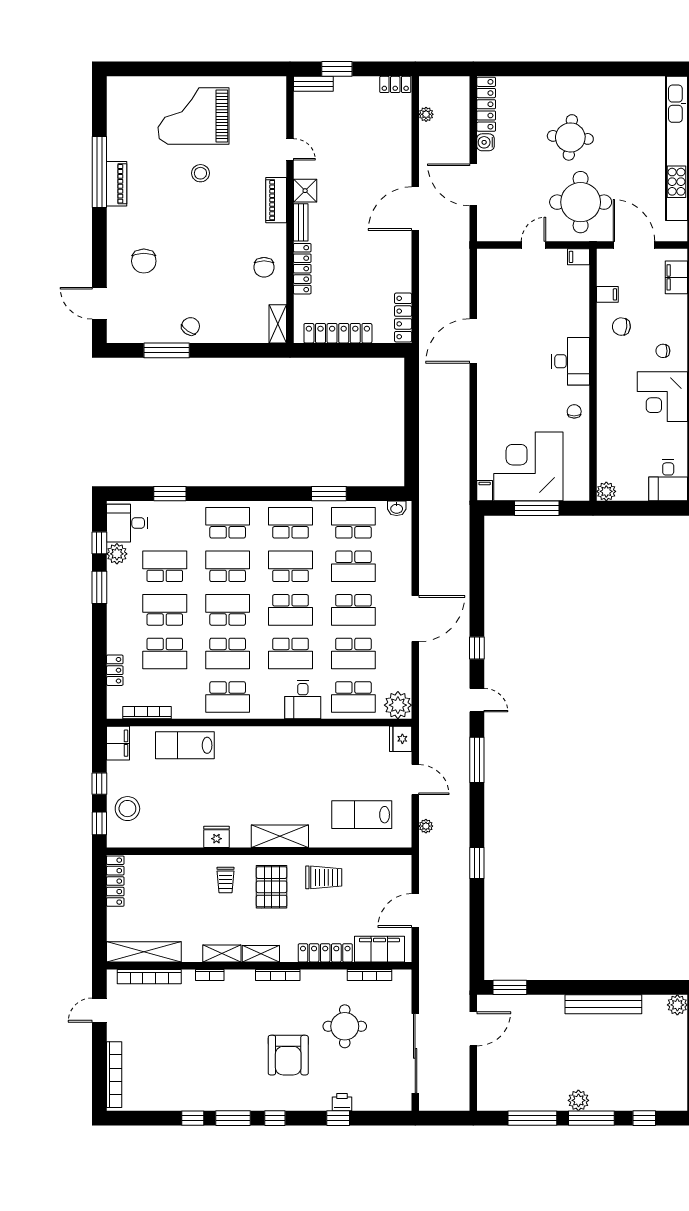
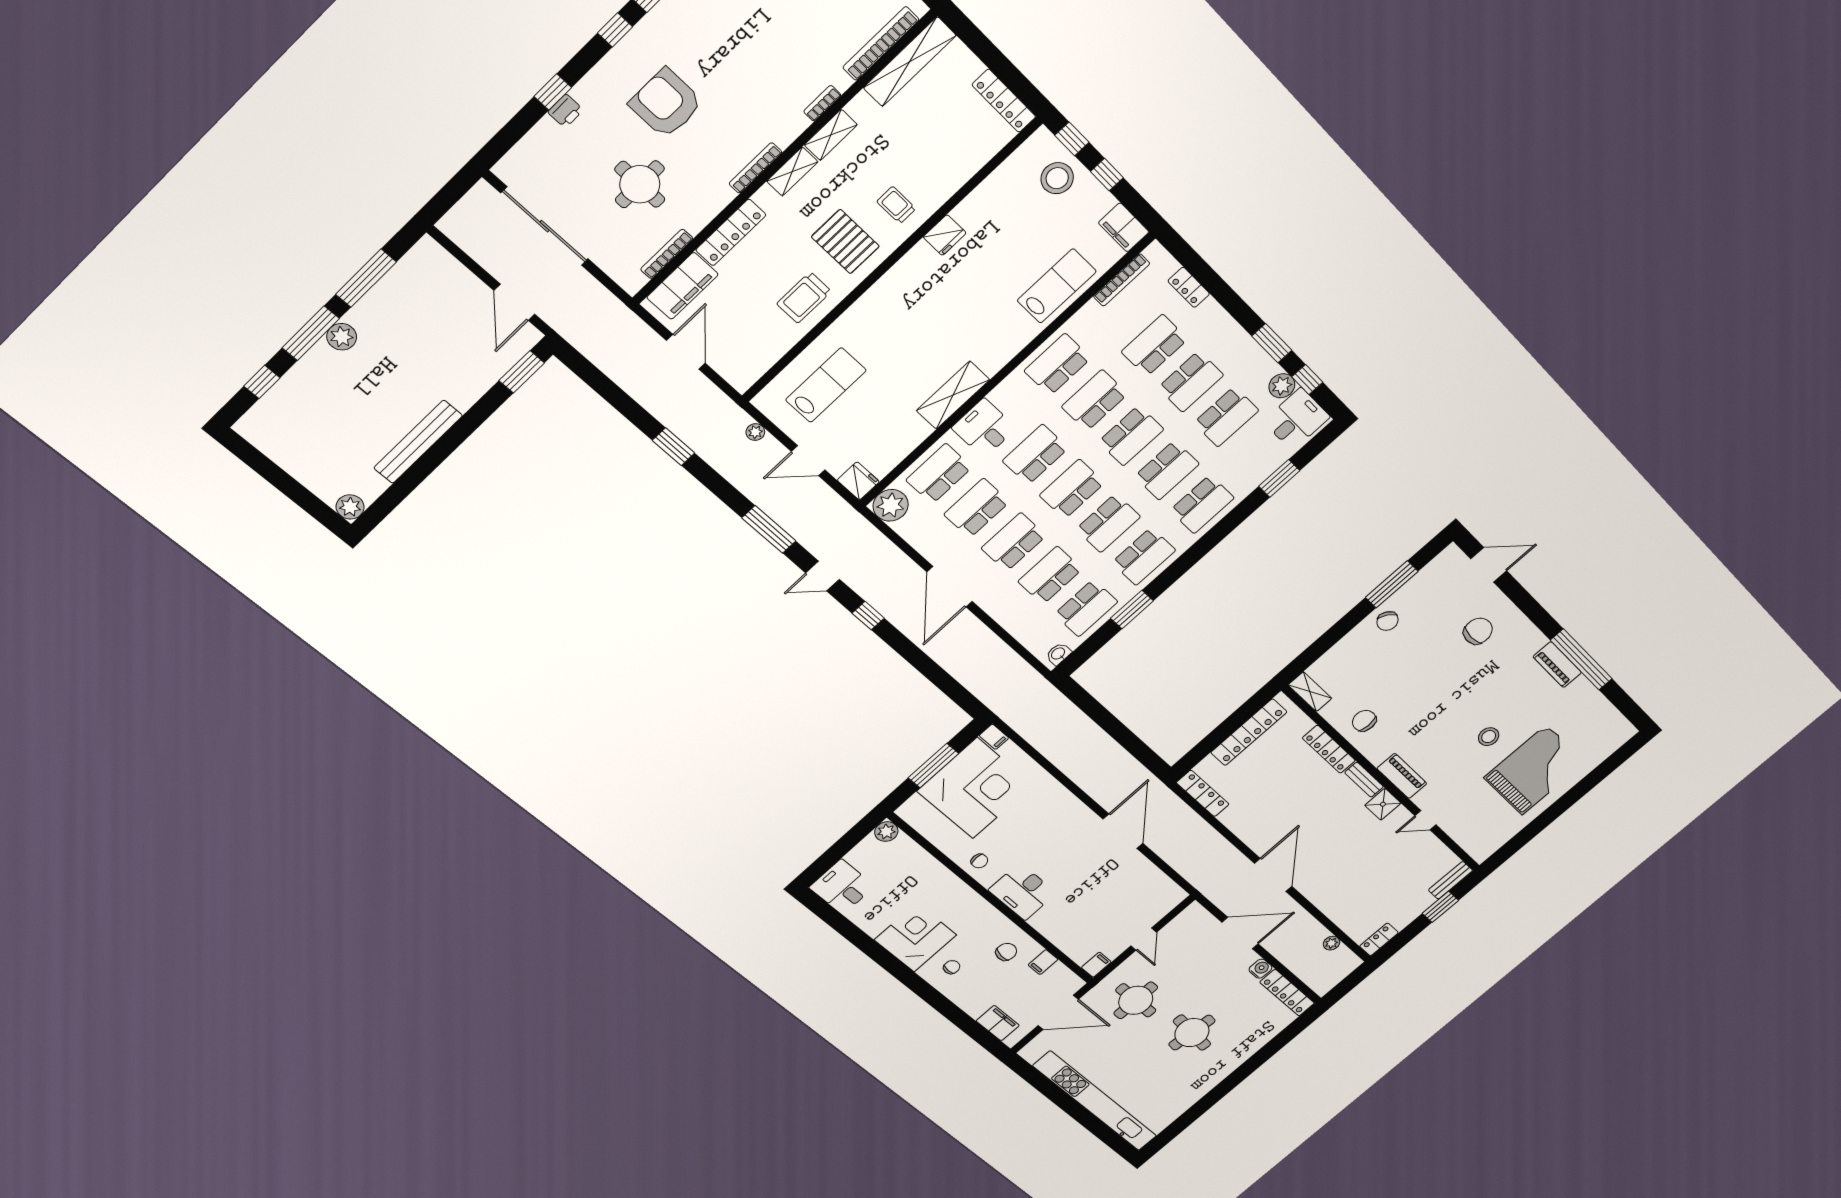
round table: (581, 202) -> (1136, 1000), width x0.73, depth x0.73
chair: (144, 261) -> (1478, 631), turned 90
shelving: (280, 836) -> (953, 395), moved

